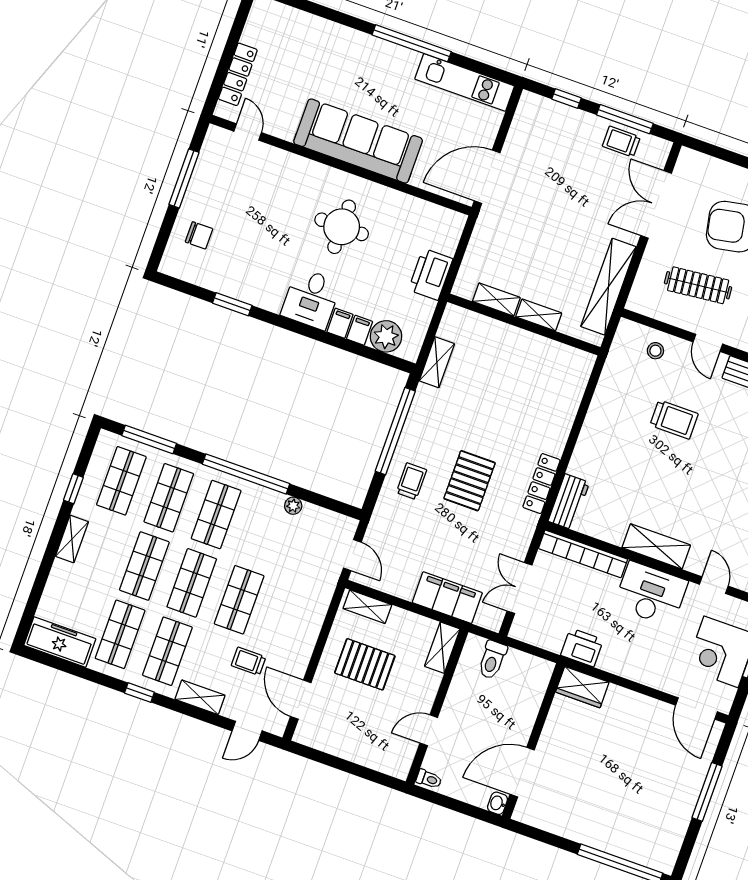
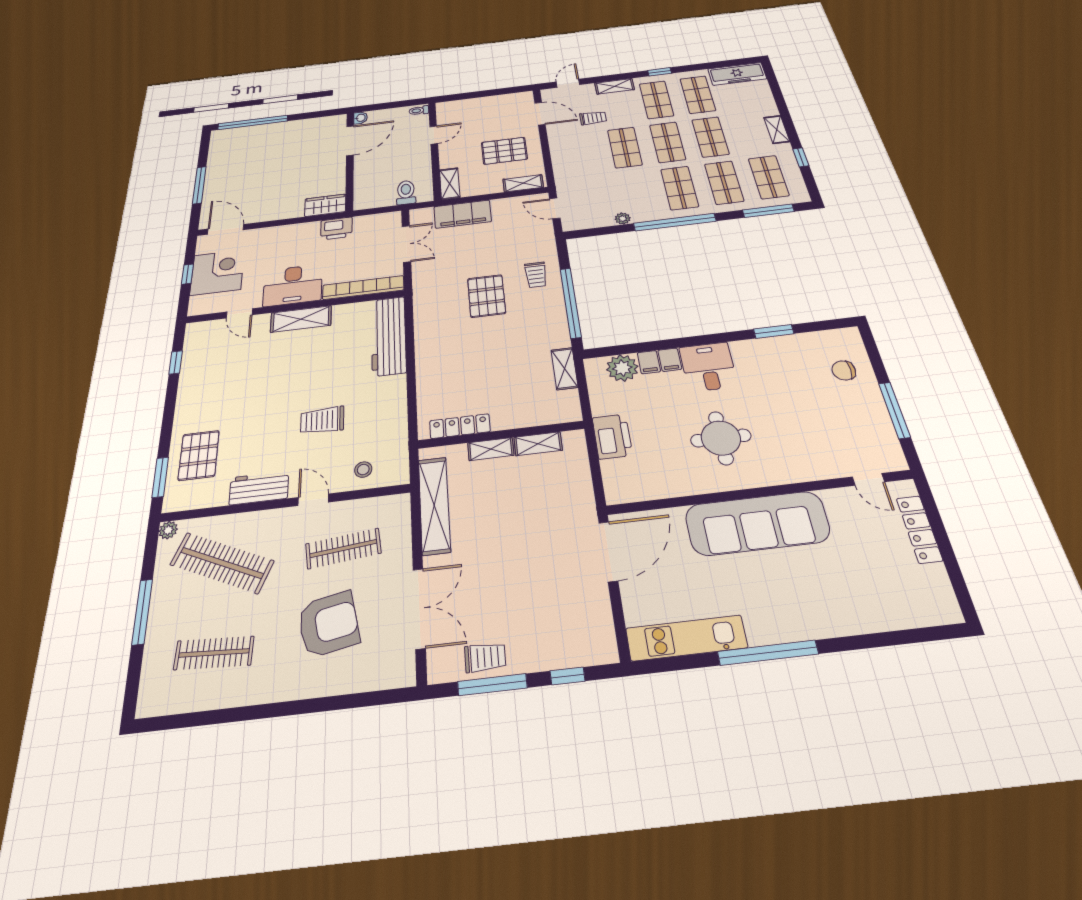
locker: (541, 484) -> (460, 426), moved, turned -90
workbench: (569, 502) -> (389, 336), width x1.88, depth x1.32

